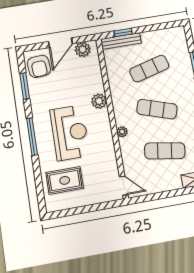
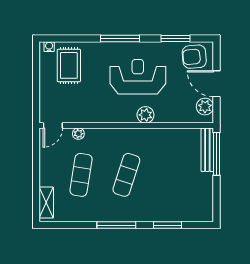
window: (123, 32) -> (217, 154), width x2.17
exercise mat: (149, 69) -> (172, 175), removed
plant: (122, 132) -> (78, 134), moved
reception desk: (70, 133) -> (138, 77), moved, turned 180
water cooler: (50, 203) -> (49, 47), added

